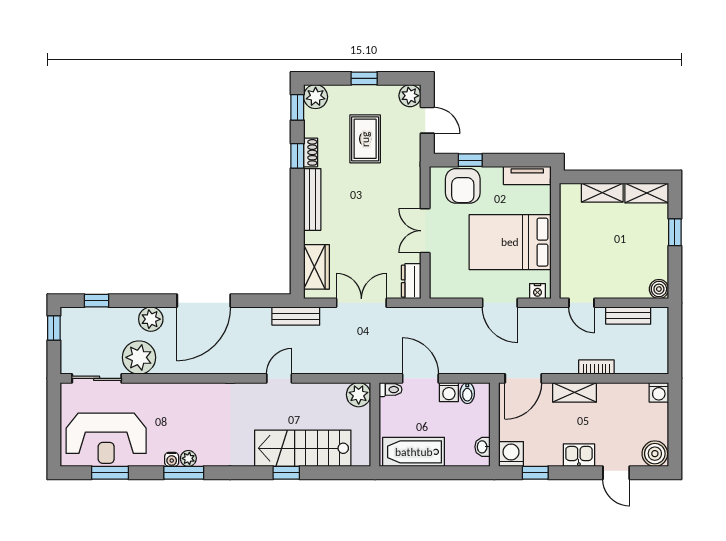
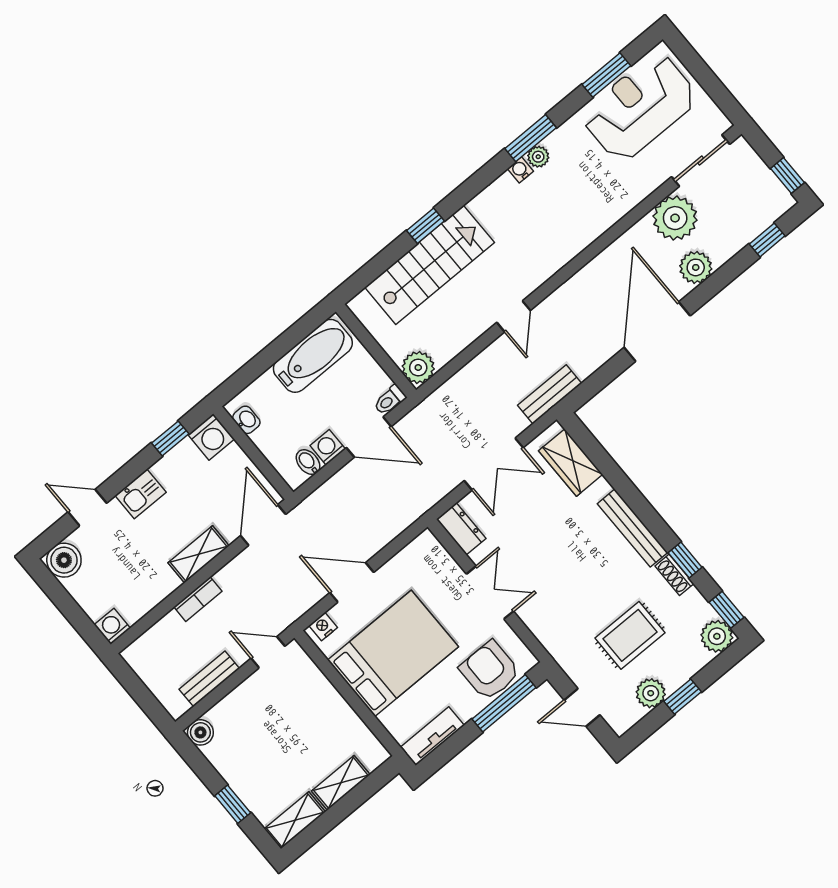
plant: (410, 96) -> (651, 693), moved
rug: (365, 139) -> (630, 635), turned 90
window: (470, 160) -> (504, 703), width x2.17
water cooler: (172, 459) -> (520, 170), moved

